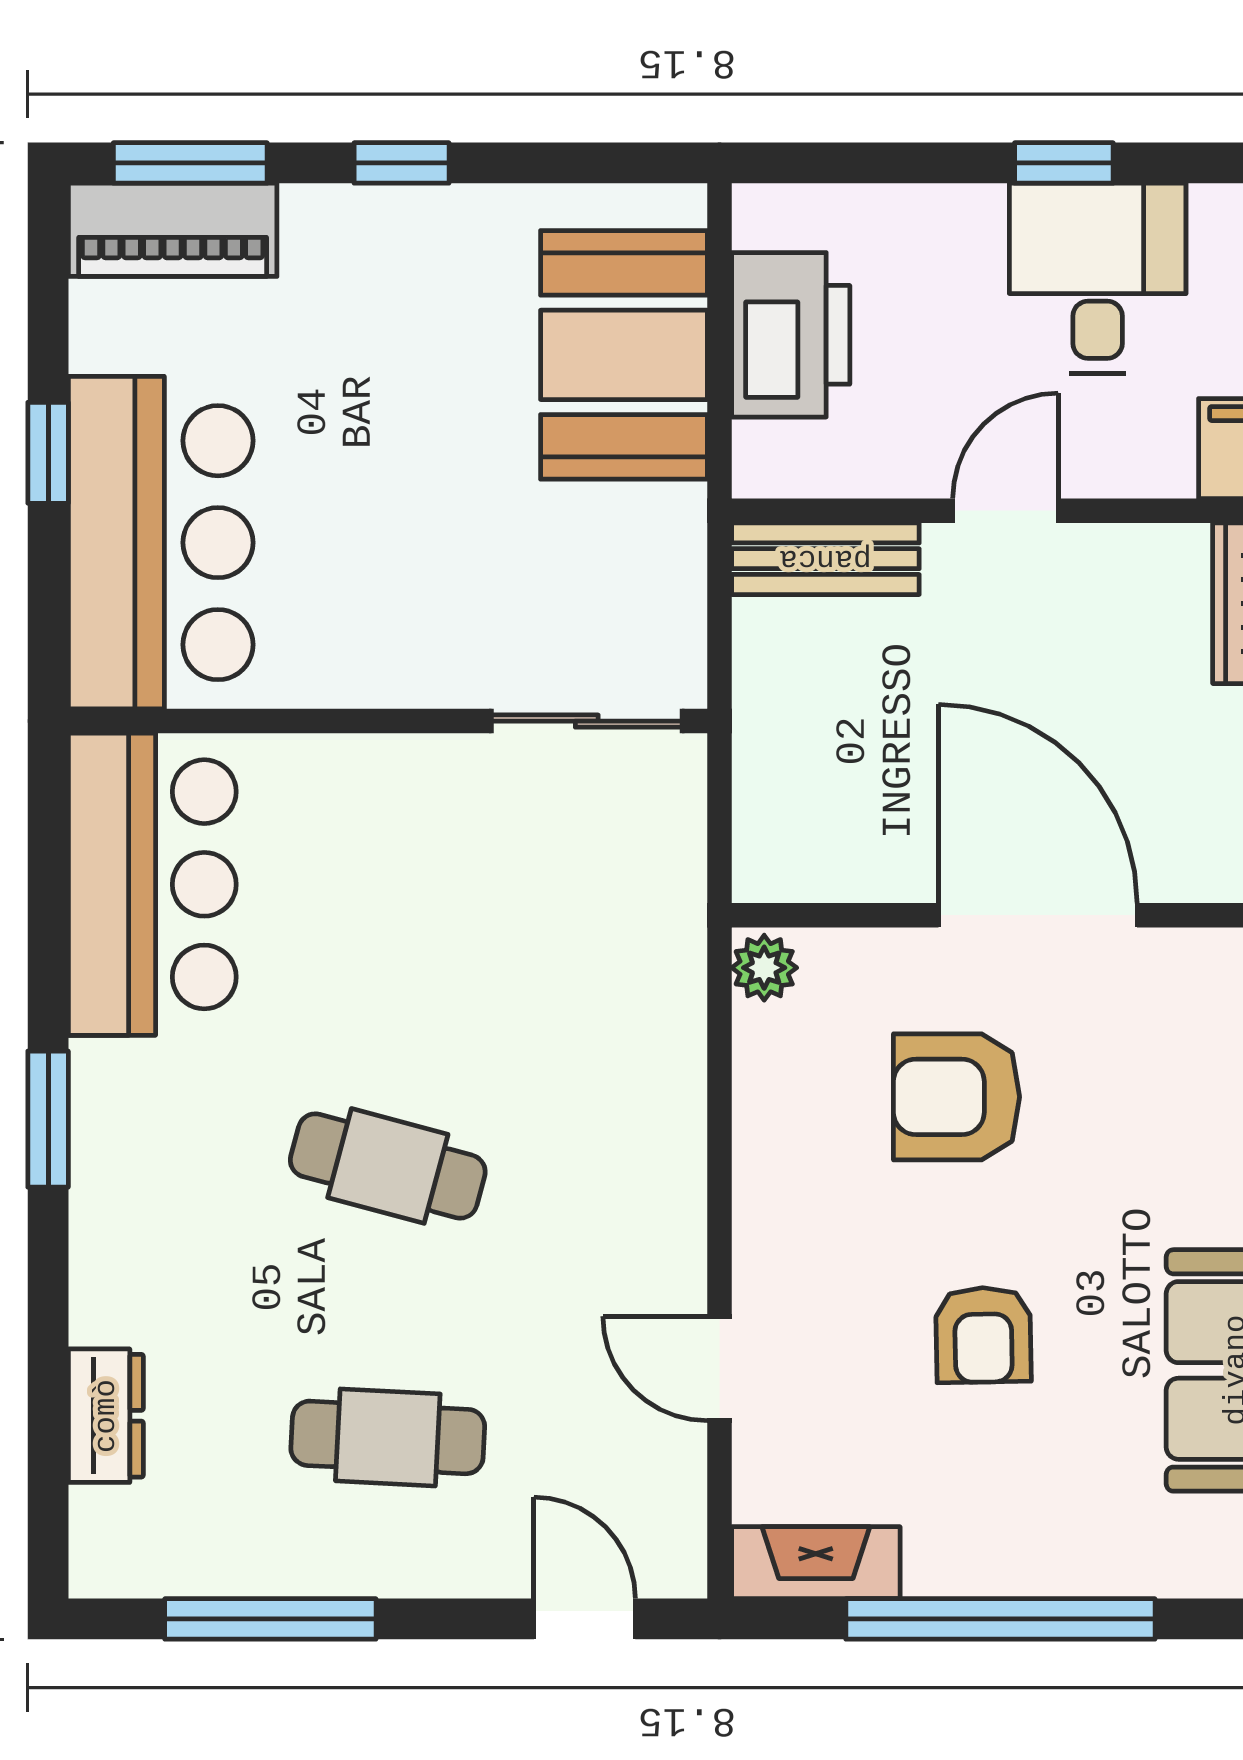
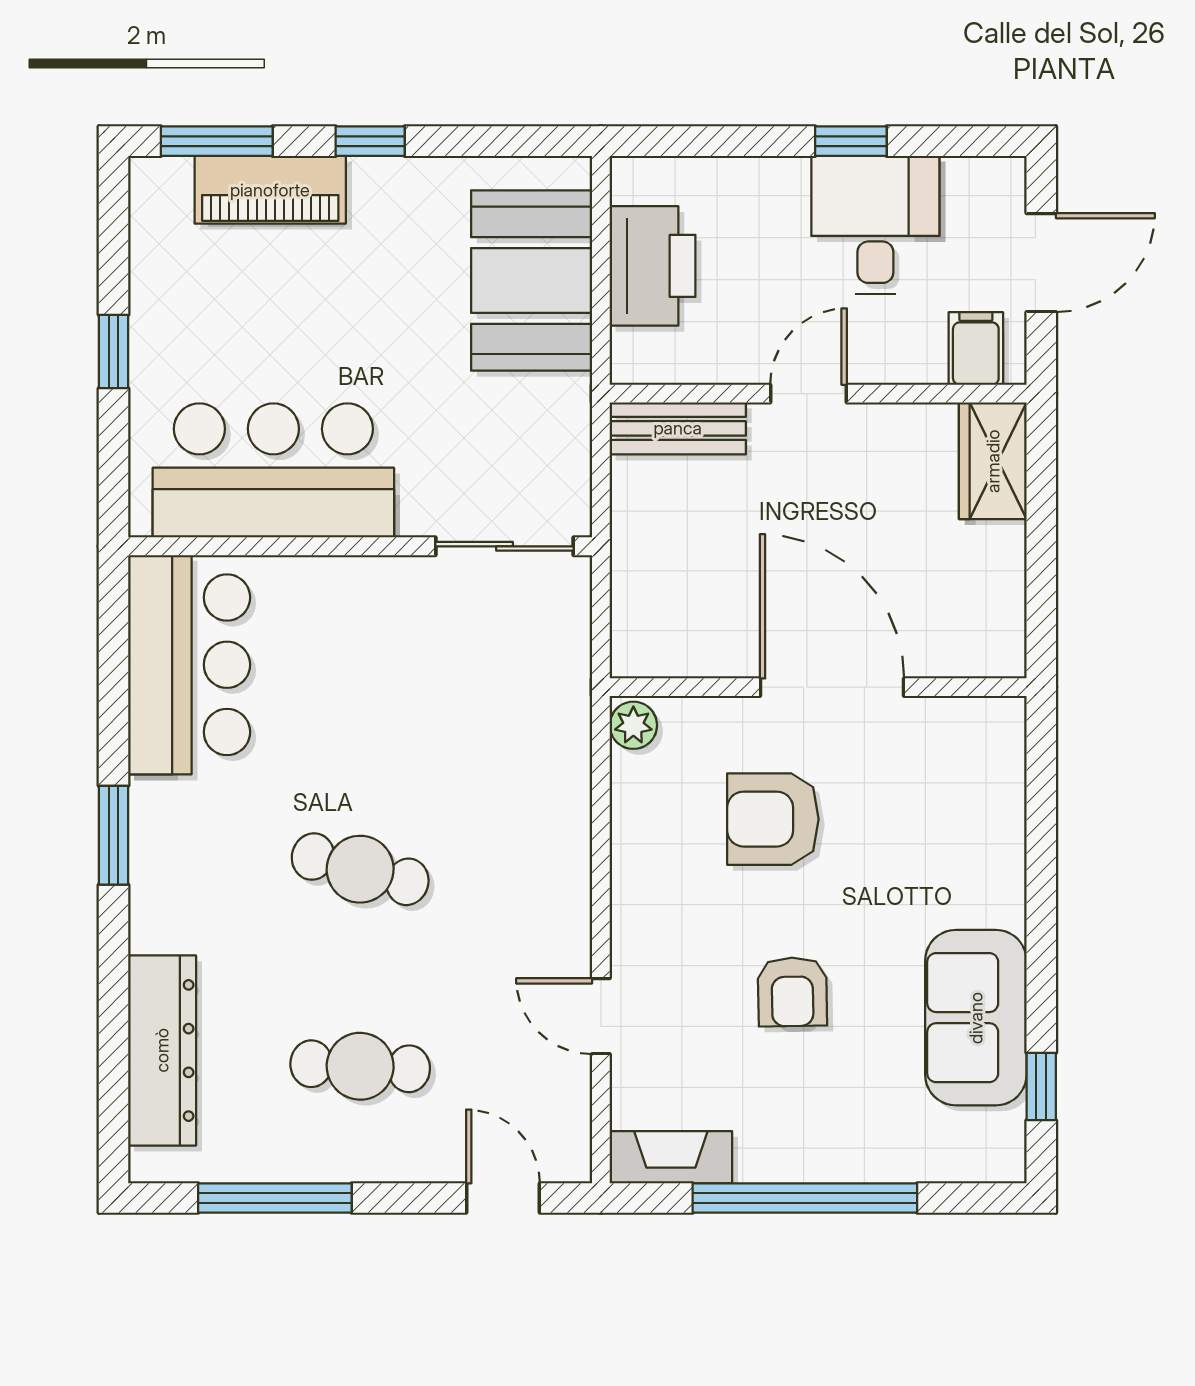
piano: (173, 230) -> (270, 190), moved
bar counter: (161, 543) -> (273, 470), moved, turned -90
dresser: (106, 1416) -> (162, 1050), width x1.96, depth x1.24

